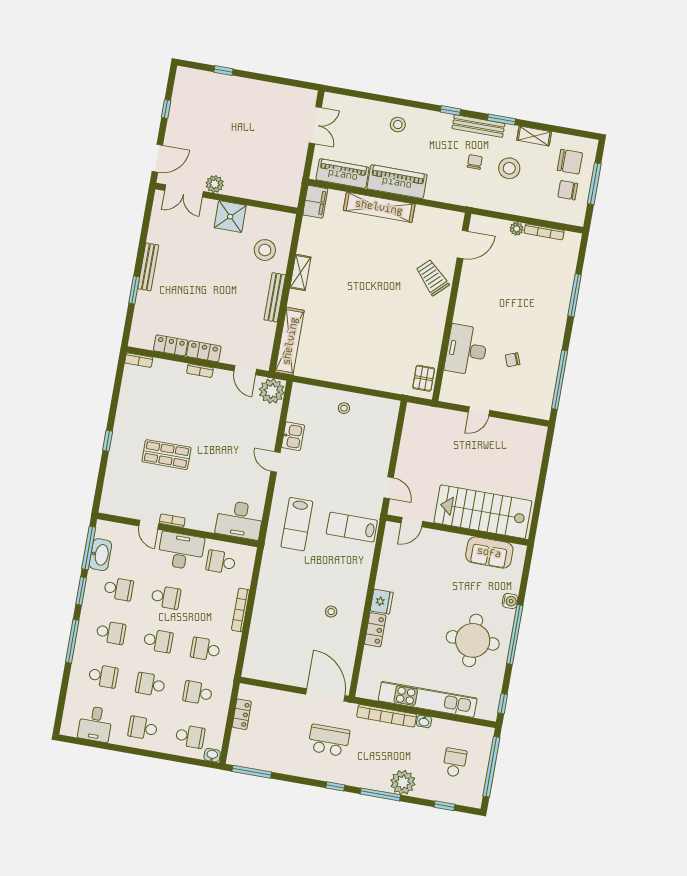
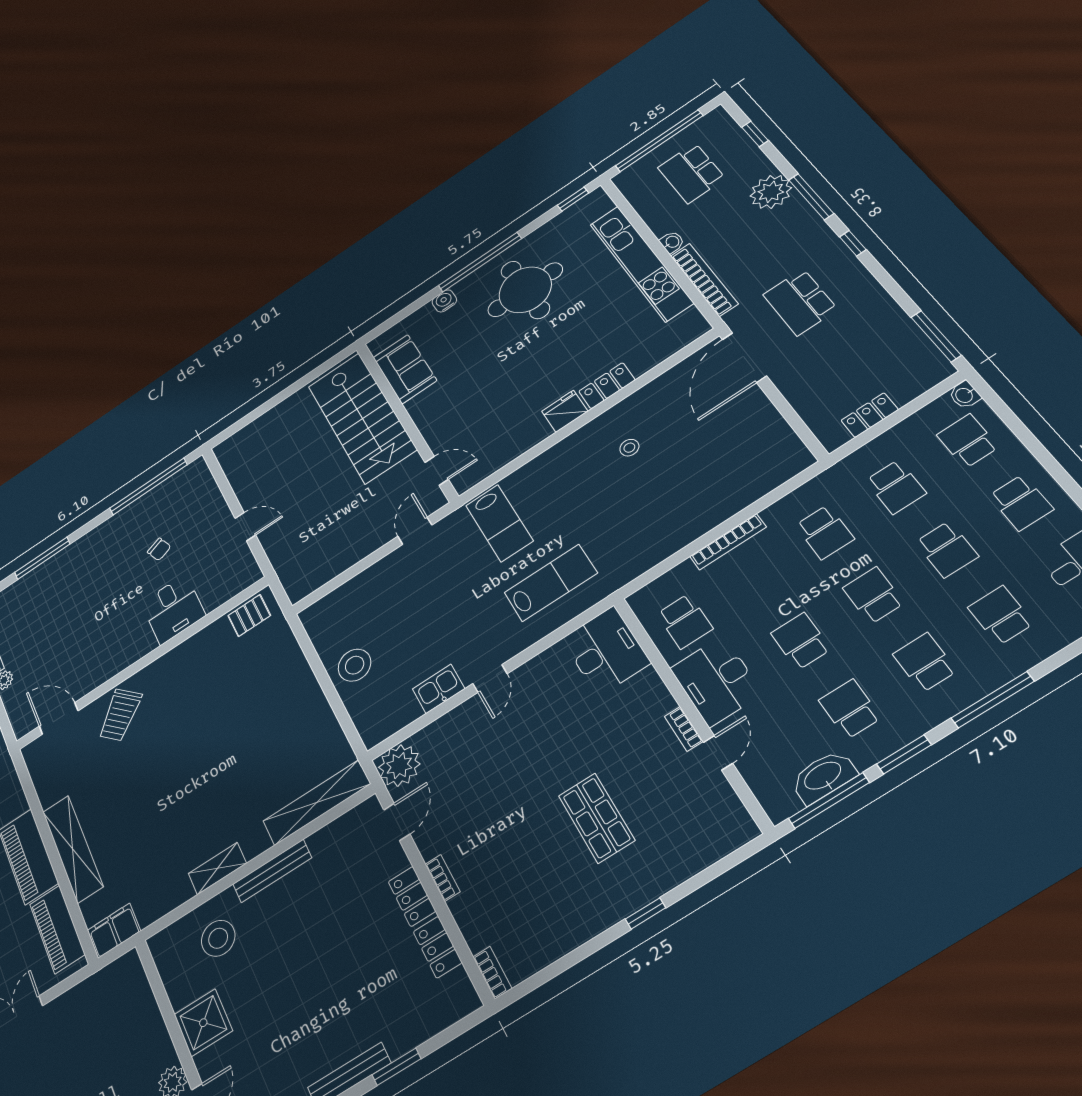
desk: (466, 350) -> (173, 609), width x0.73
stool: (344, 408) -> (355, 665), width x1.89, depth x1.89
school desk: (455, 763) -> (691, 173), width x1.85

